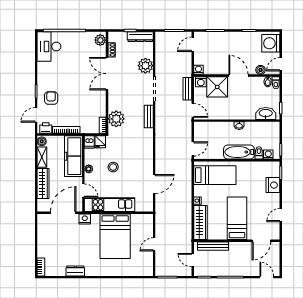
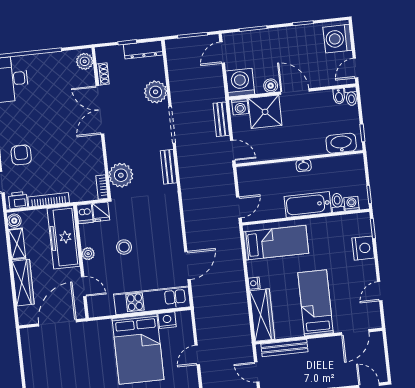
washing machine: (199, 70) -> (240, 83), width x1.89, depth x1.89
boiler: (261, 70) -> (271, 86), moved
kitchen unit: (110, 205) -> (152, 300), moved
nightstand: (85, 219) -> (167, 320), moved

